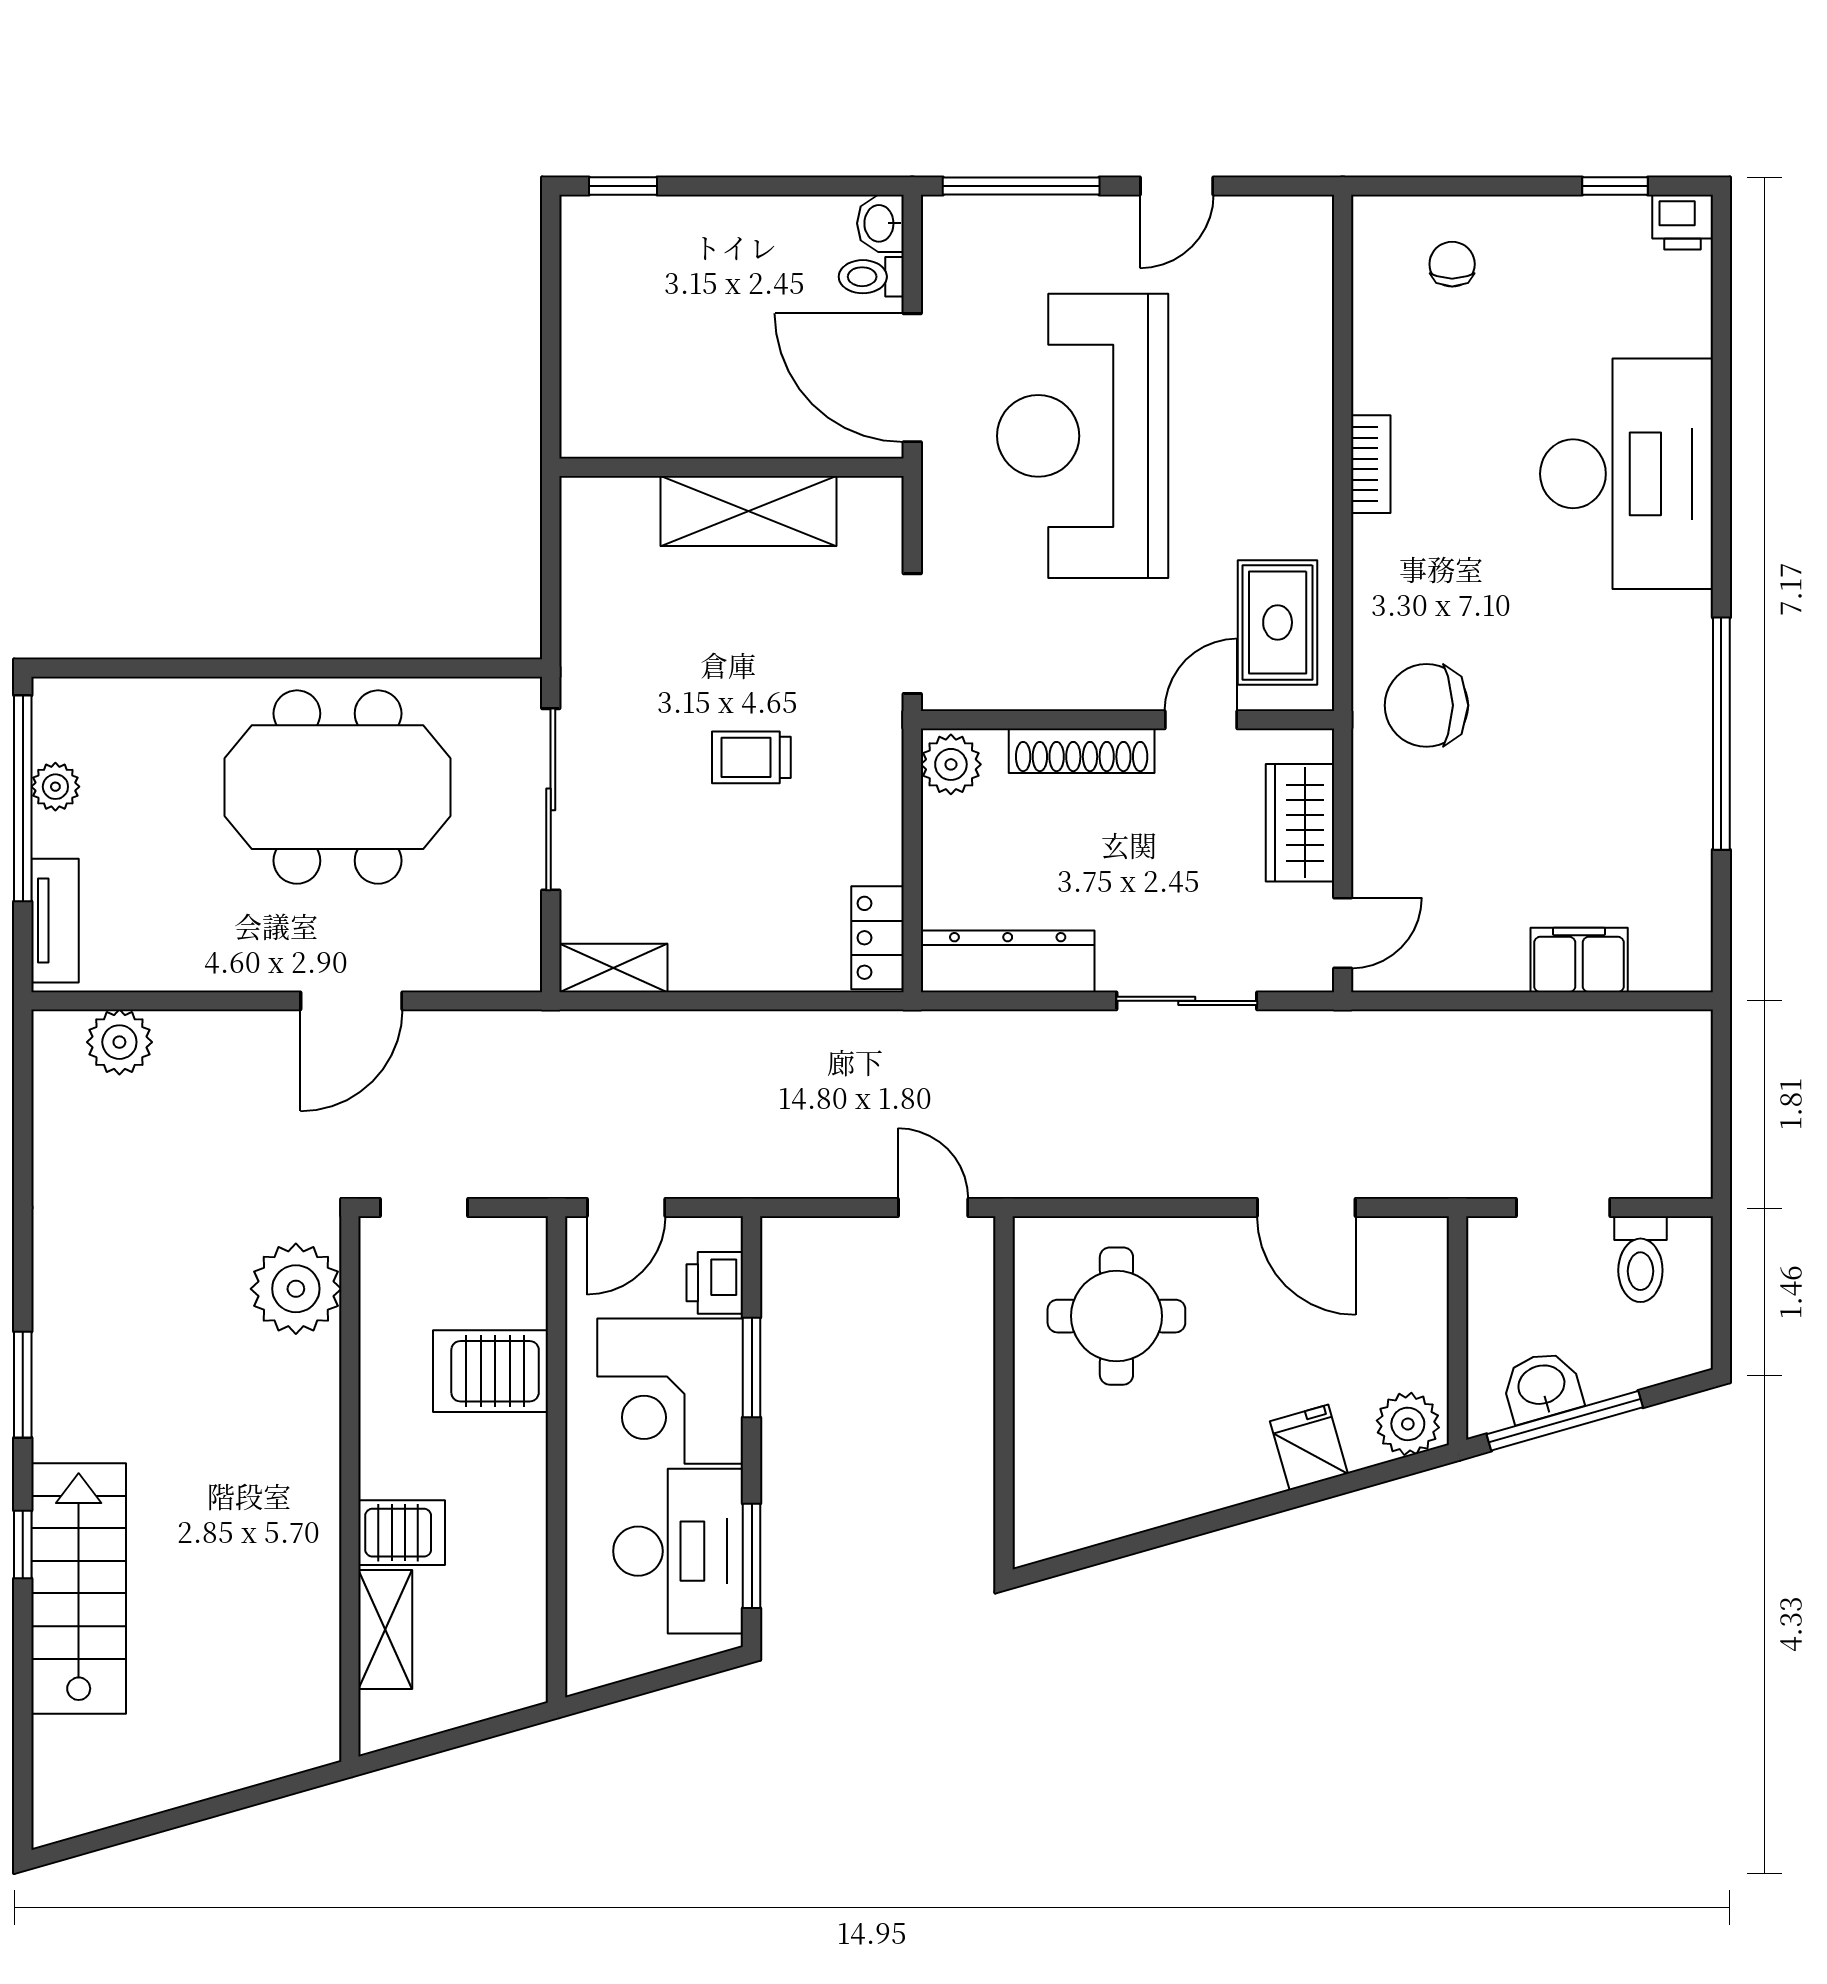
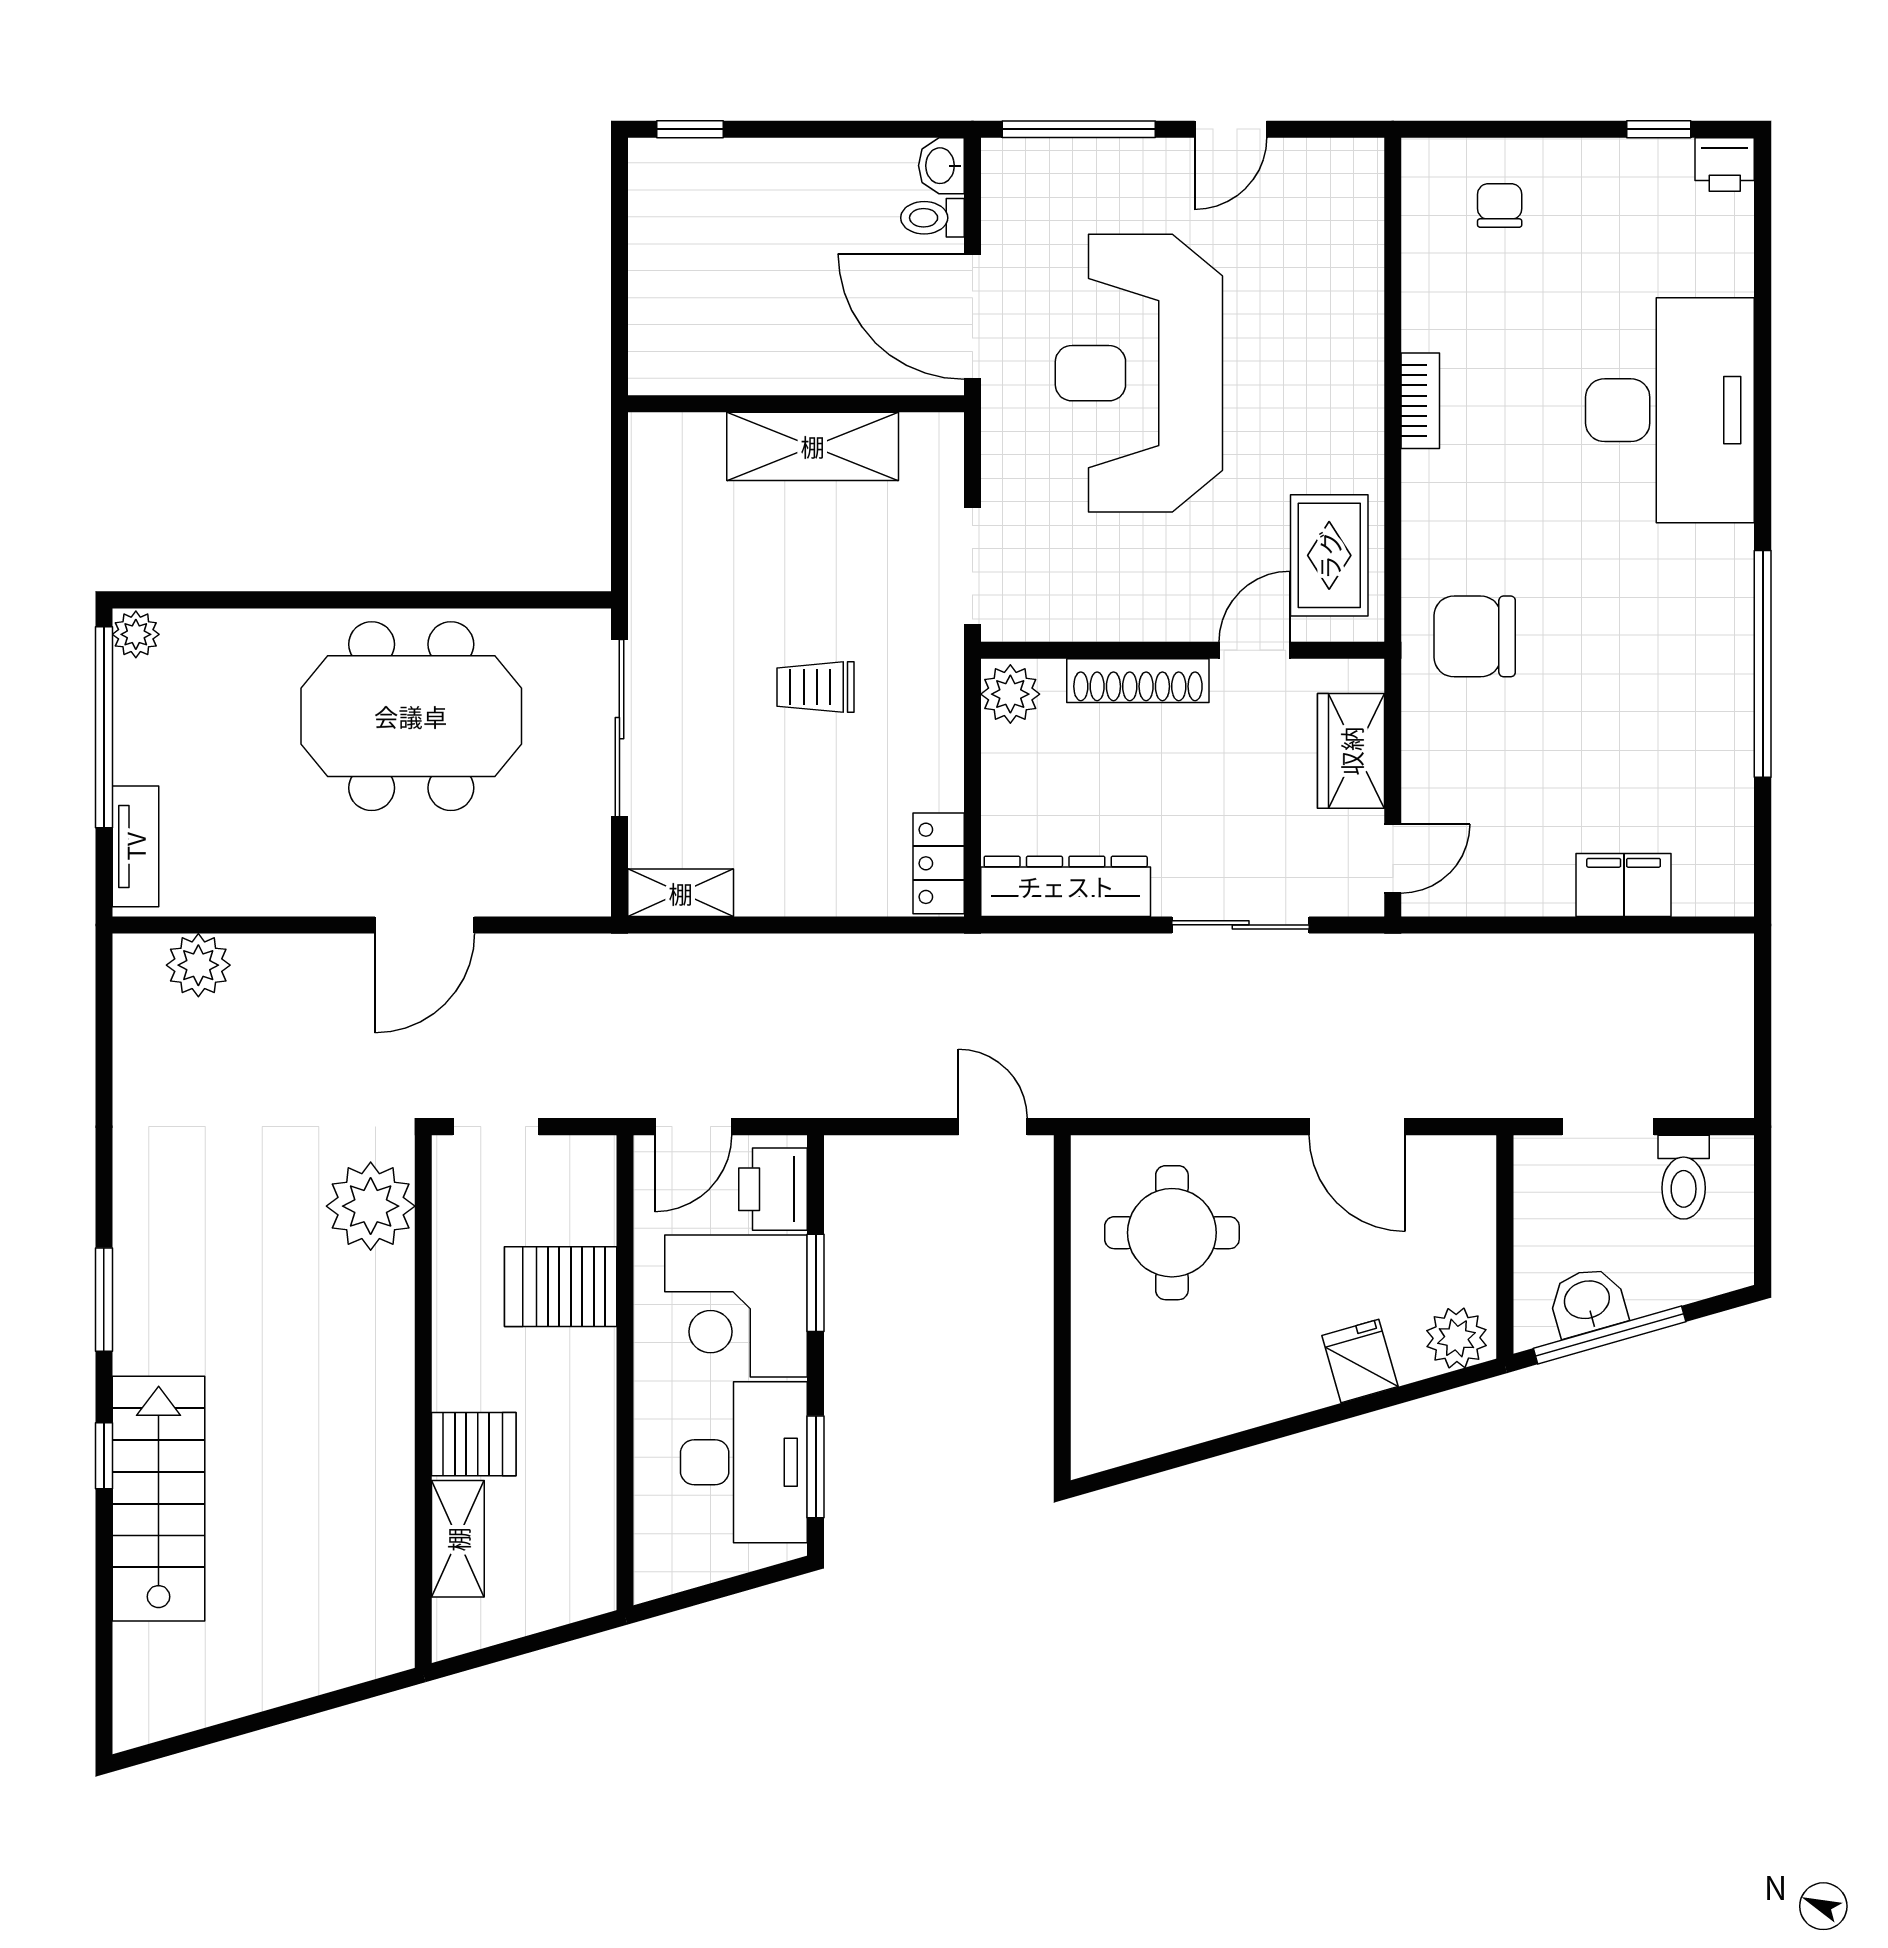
plant: (55, 787) -> (136, 634), moved
printer: (715, 1283) -> (773, 1189), width x1.36, depth x1.24

